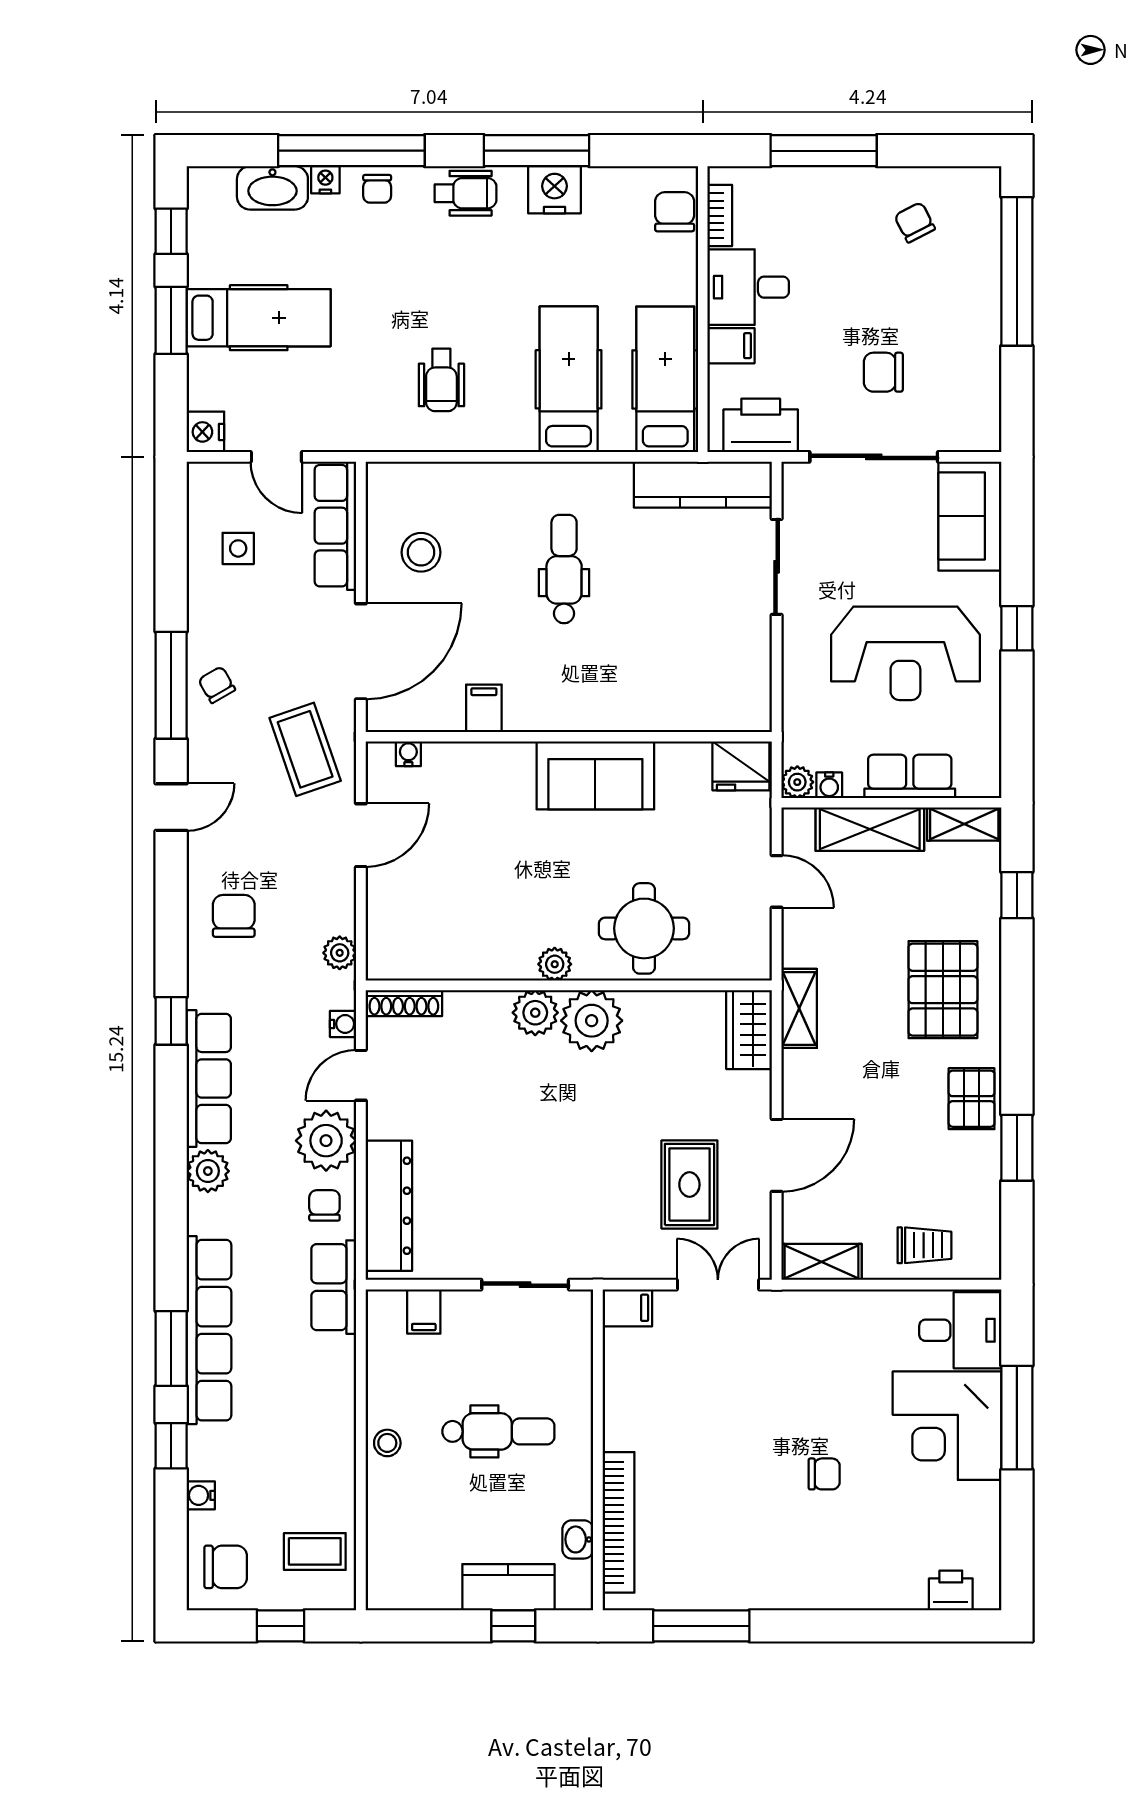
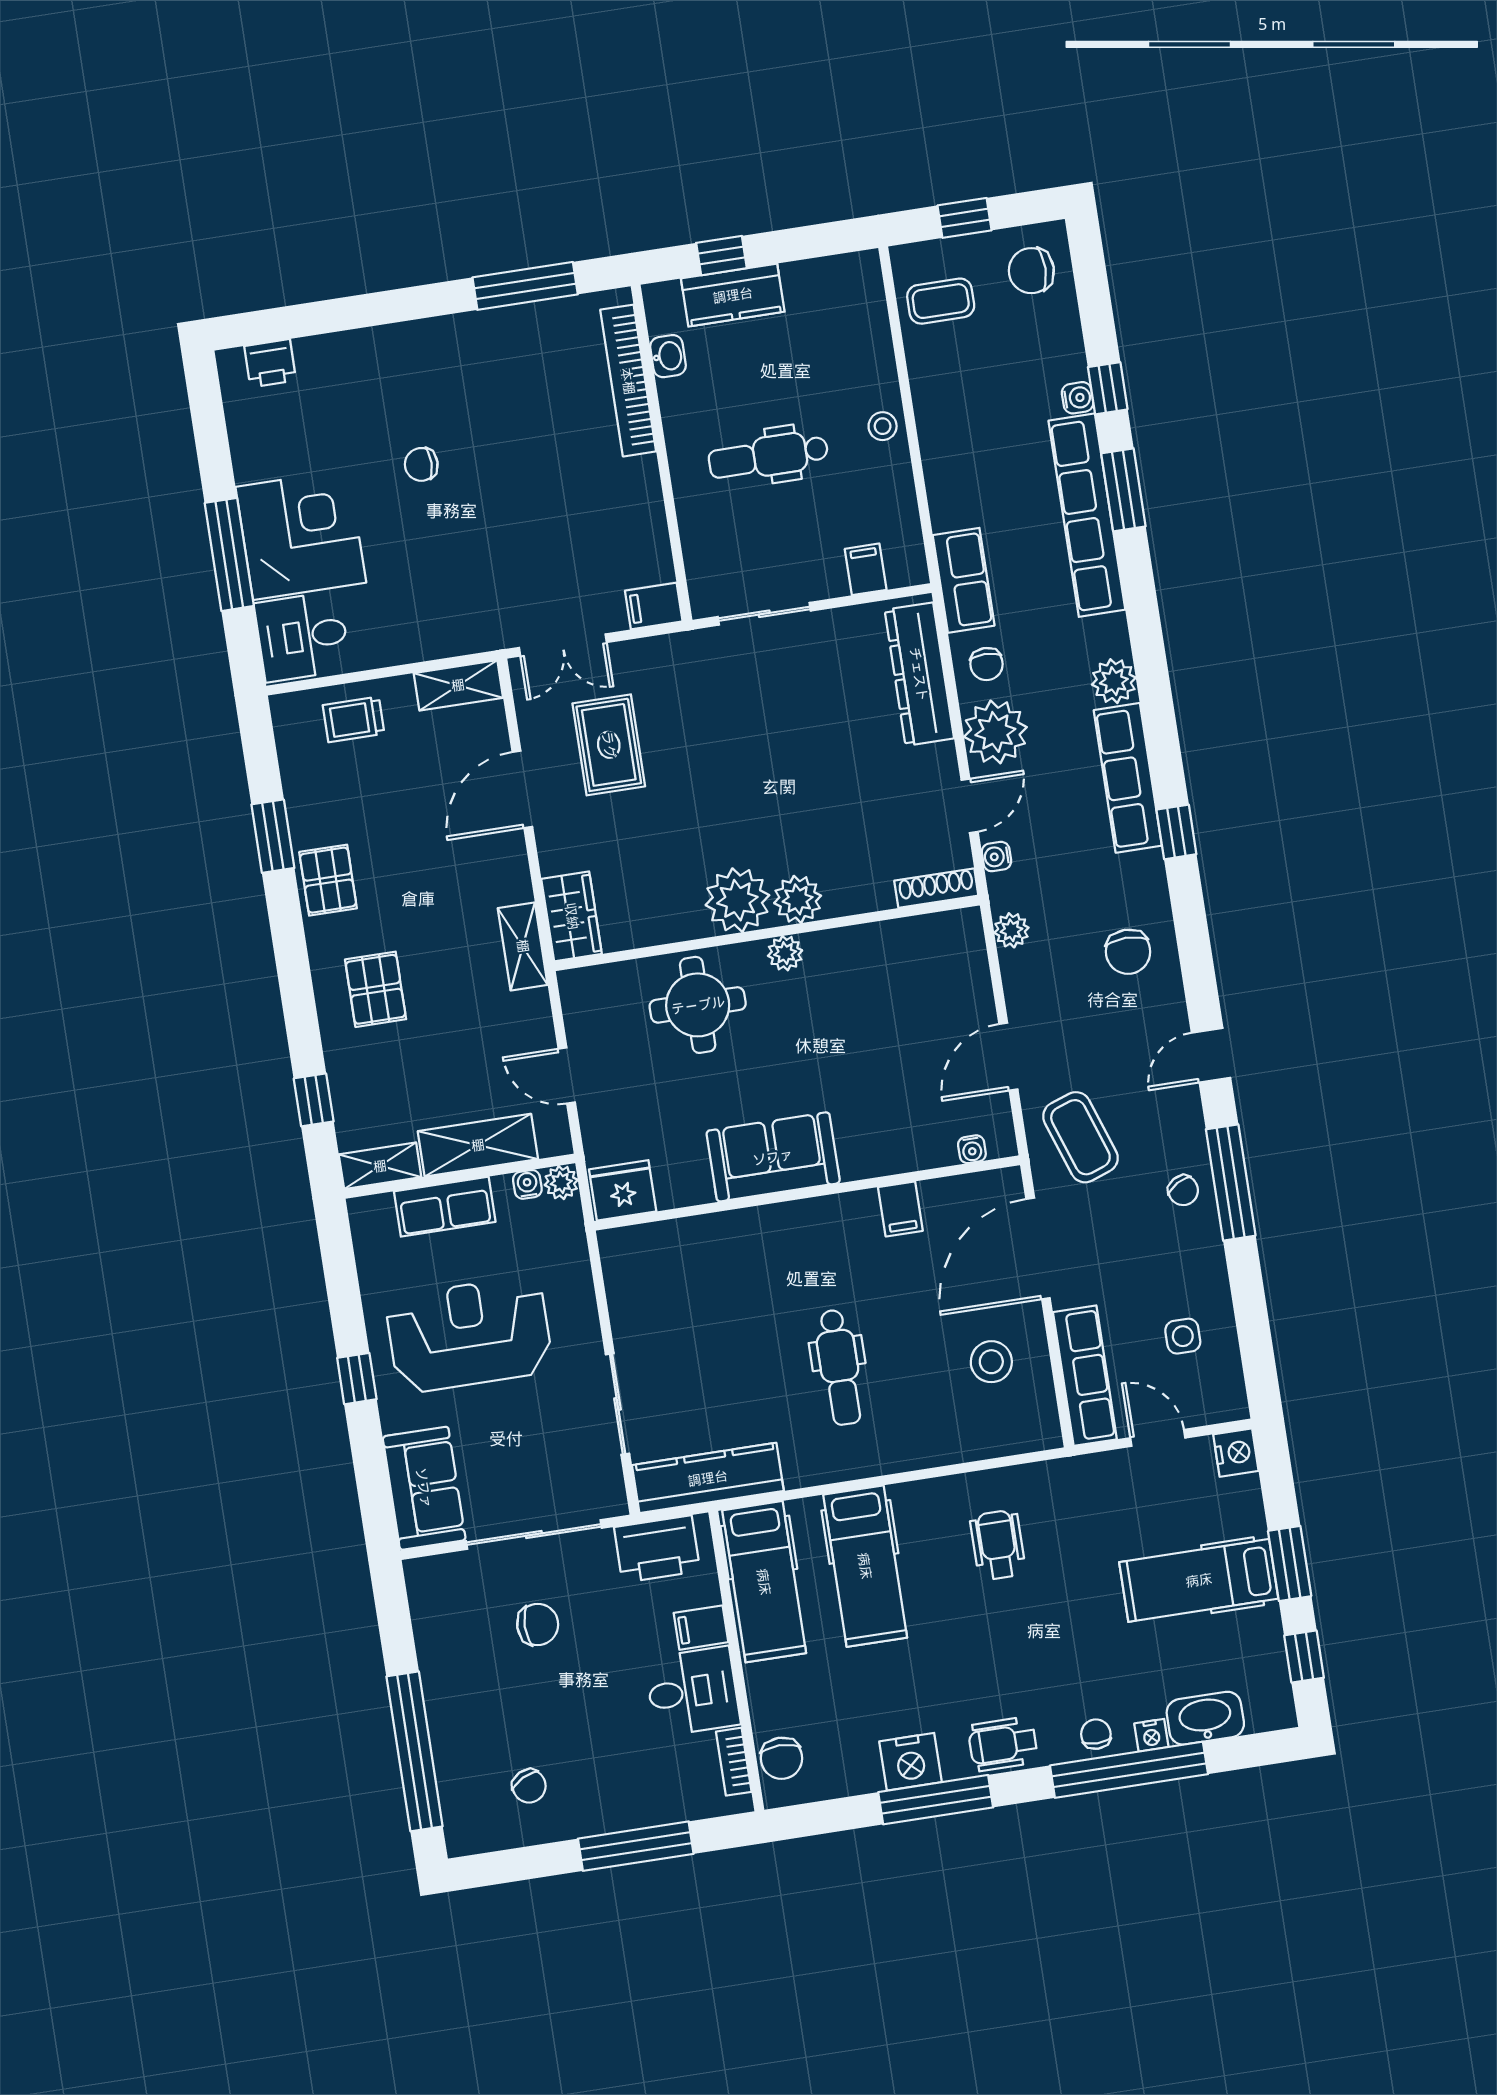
pallet: (943, 990) -> (376, 989), width x0.67, depth x0.71
water cooler: (201, 1495) -> (1078, 398), moved

